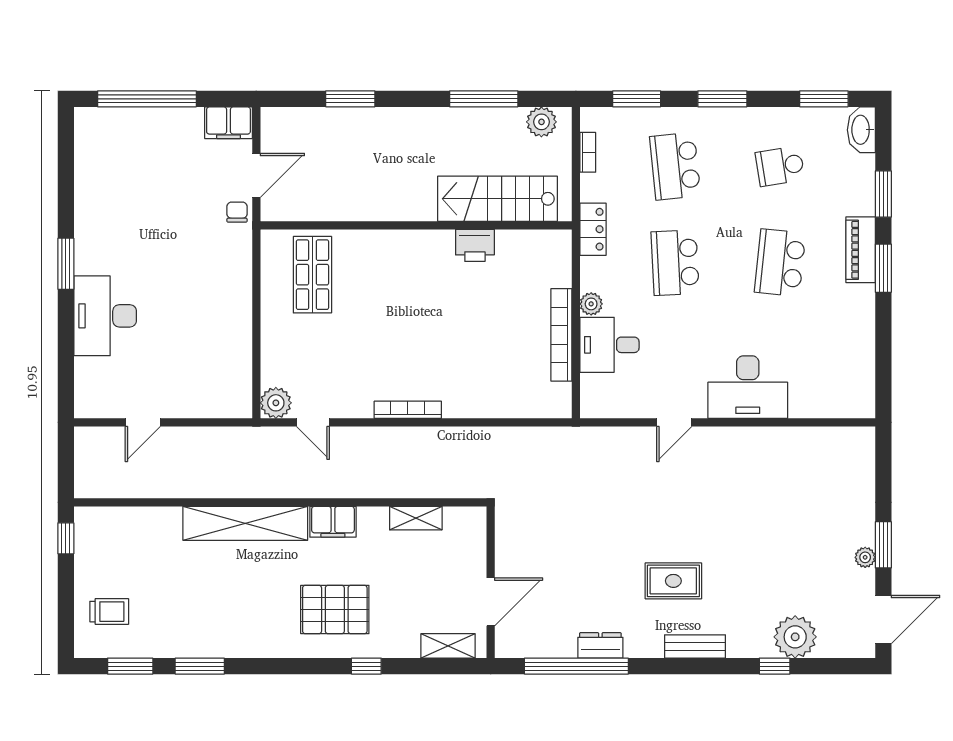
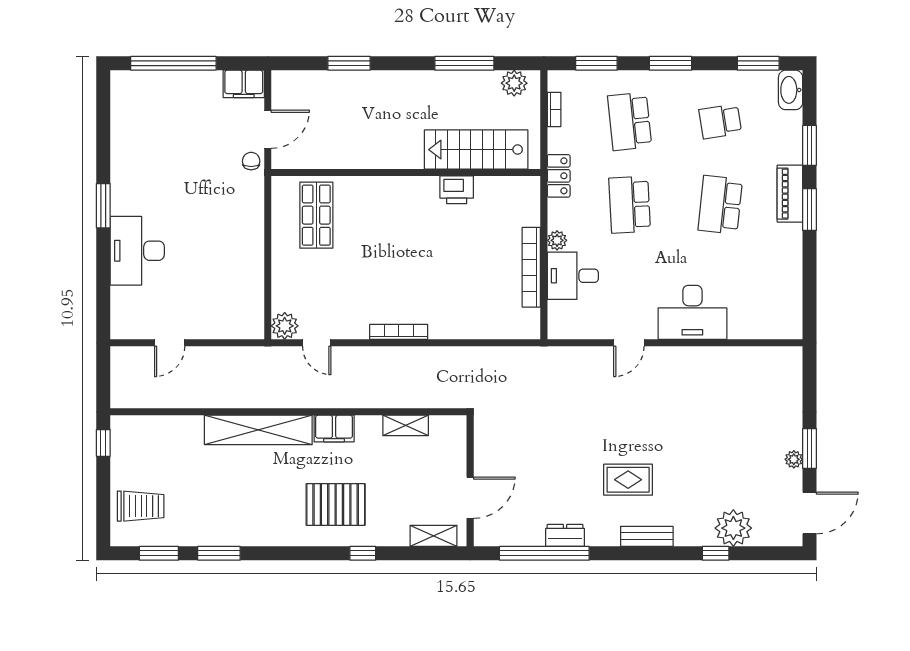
trolley: (109, 612) -> (141, 506), width x1.36, depth x1.39

